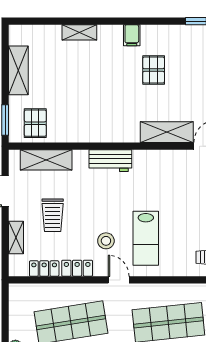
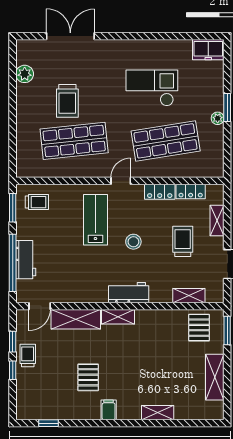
shelving: (122, 135) -> (118, 317), added
shelving: (46, 160) -> (189, 296), width x0.67, depth x0.75
stool: (106, 241) -> (133, 242), moved
door: (119, 280) -> (121, 181), swing flipped

